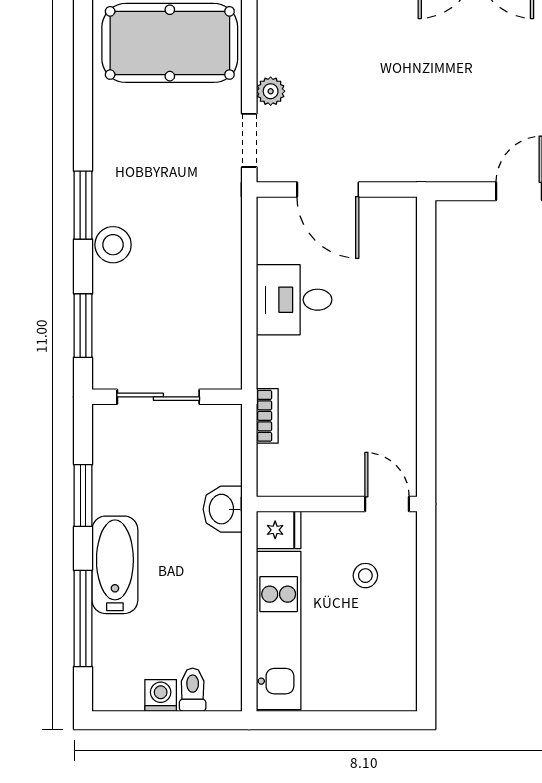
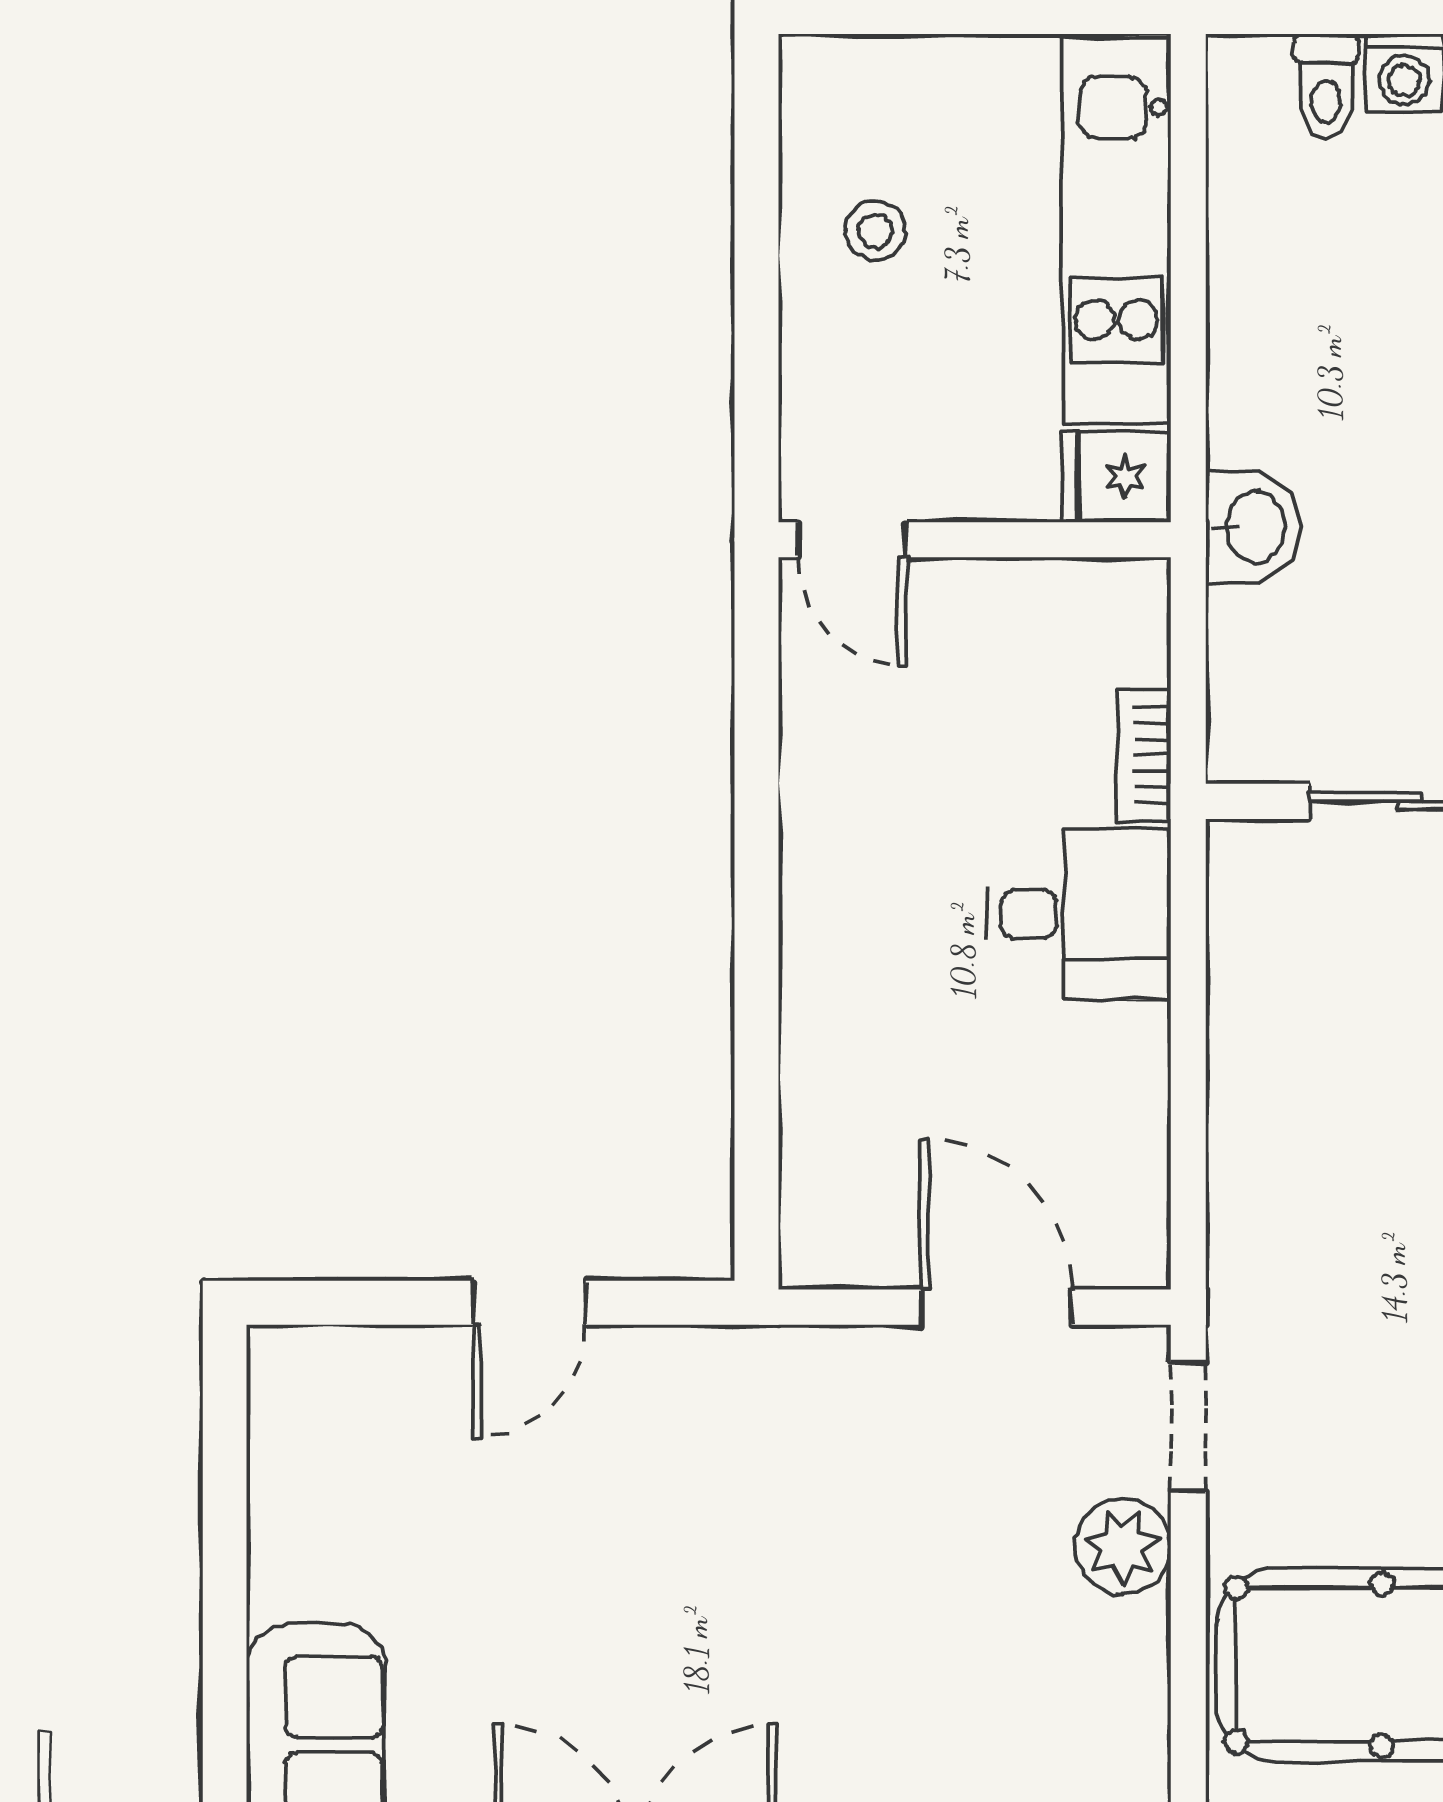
plant: (271, 91) -> (1123, 1547), width x1.38, depth x1.38
desk: (294, 300) -> (1079, 914), moved
stool: (365, 576) -> (875, 231), moved

